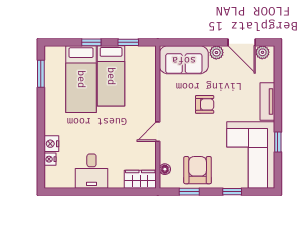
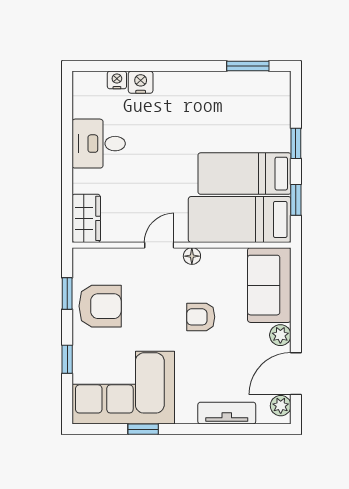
bed: (81, 79) -> (240, 219), moved
tv unit: (267, 102) -> (227, 413), moved
armchair: (205, 104) -> (201, 317), turned 90
door: (158, 132) -> (159, 245), hinge flipped
floor lamp: (165, 169) -> (192, 256), moved

